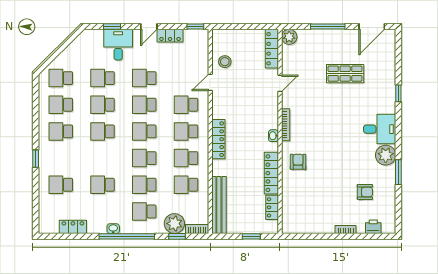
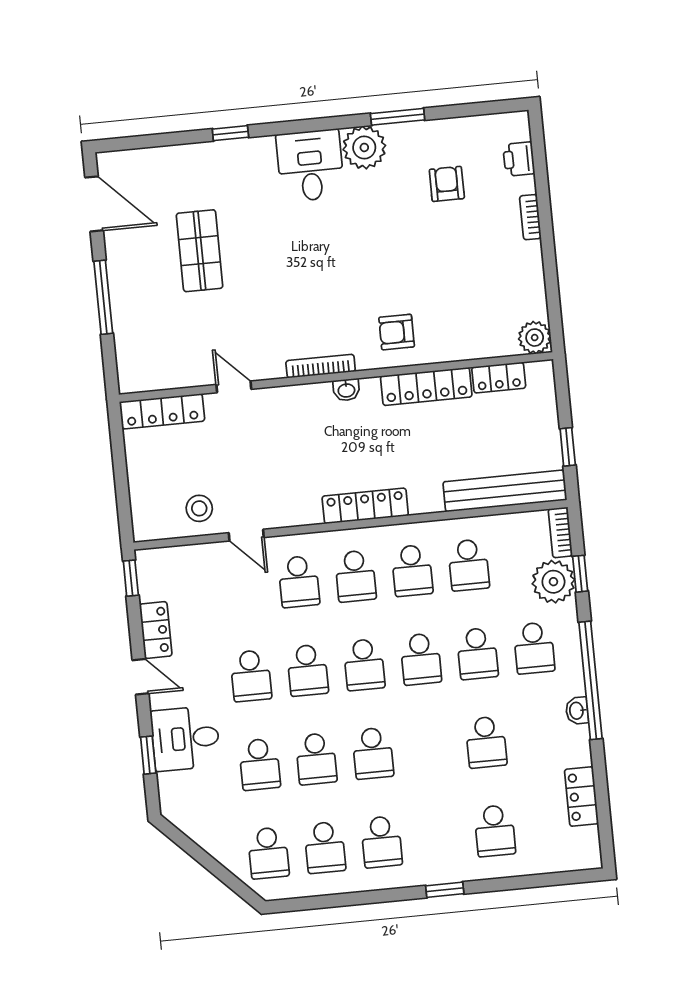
plant: (289, 37) -> (535, 338), moved
window: (251, 236) -> (568, 447), moved

